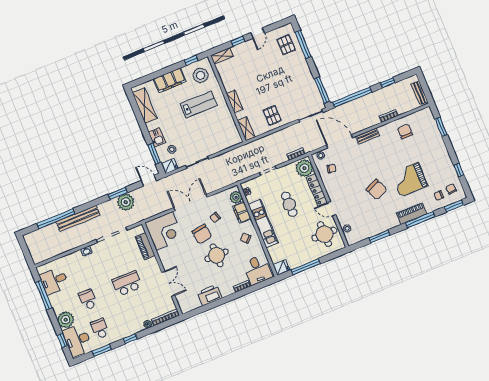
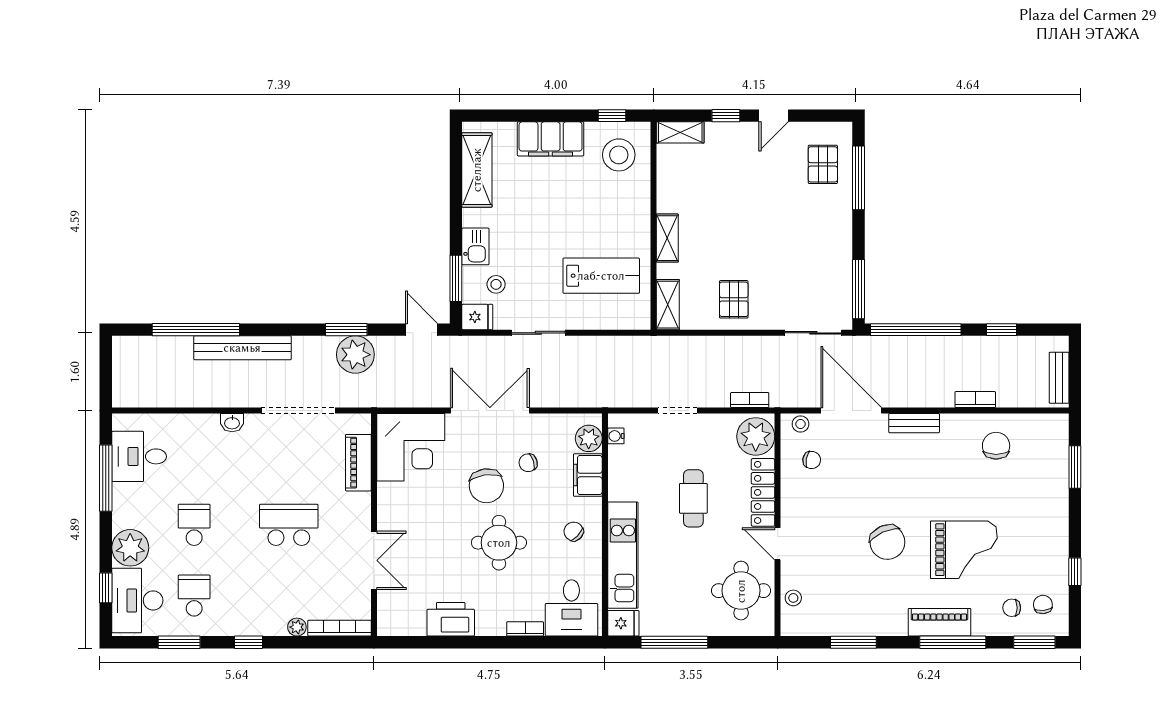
lab bench: (199, 105) -> (601, 276), moved
grand piano: (409, 180) -> (964, 550), turned 180
kitchen unit: (263, 223) -> (623, 555), moved

